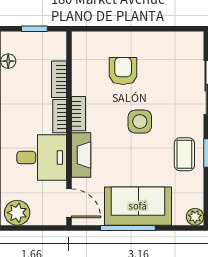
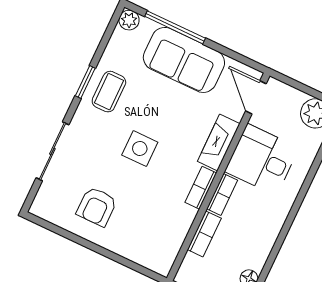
armchair: (123, 71) -> (97, 207), moved
window: (128, 228) -> (175, 27), moved

